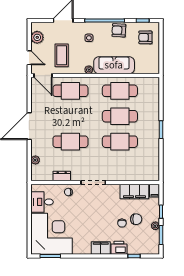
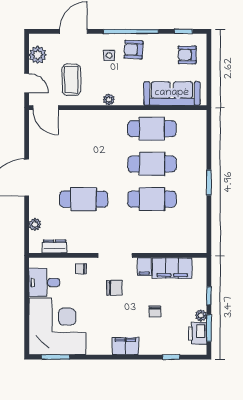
armchair: (119, 30) -> (134, 50), moved
sofa: (114, 65) -> (172, 93), moved
cafe table: (70, 91) -> (84, 129), removed
dresser: (62, 176) -> (55, 247), moved
filing cabinet: (155, 191) -> (144, 267), moved
chair: (136, 219) -> (115, 288), moved
printer: (119, 248) -> (198, 333), moved, turned -90

